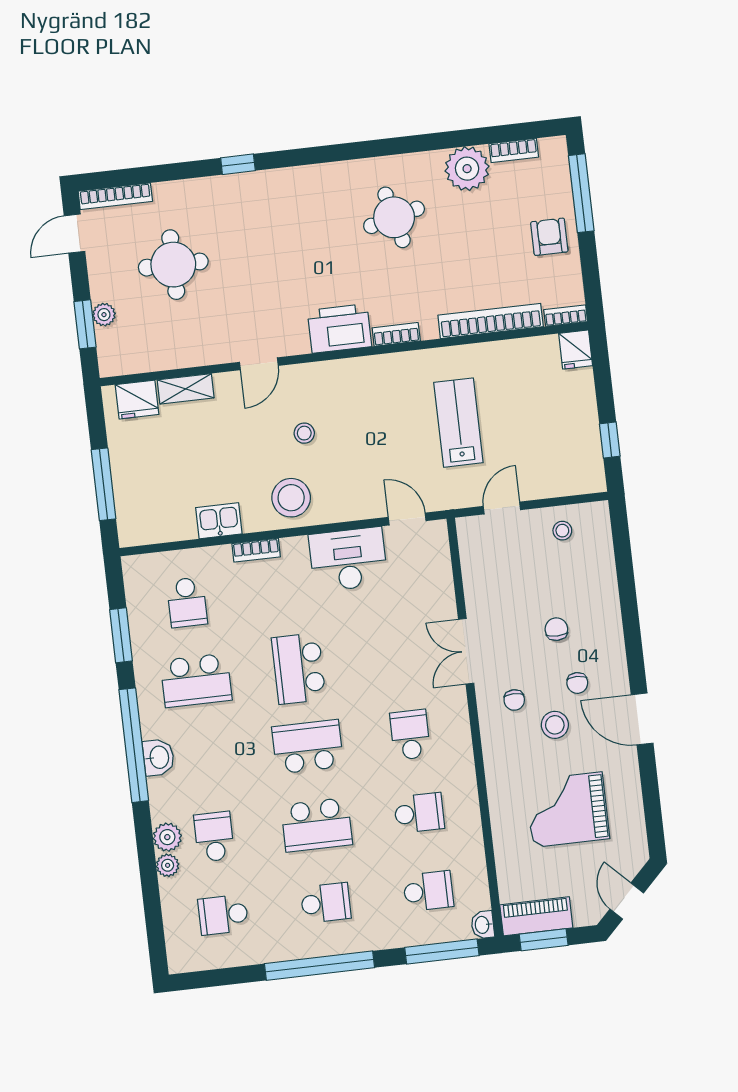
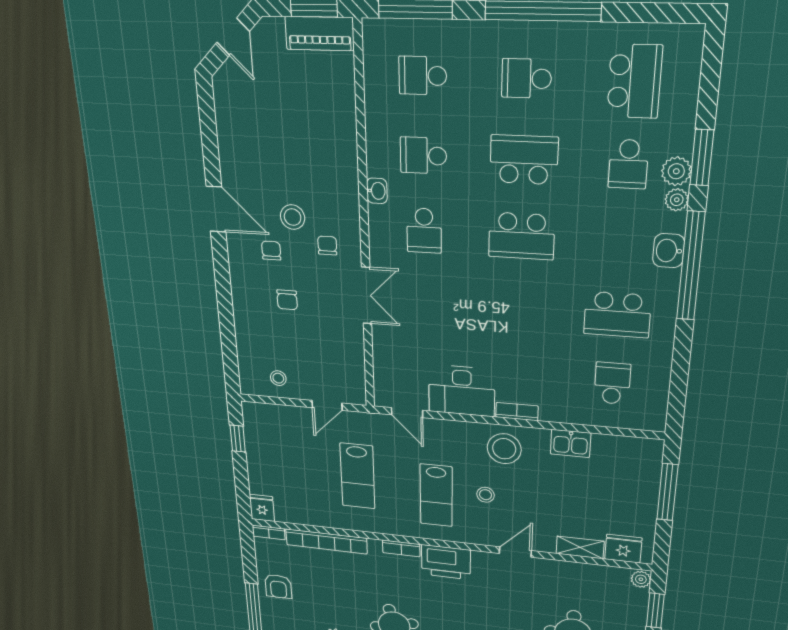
plant: (104, 315) -> (641, 579), moved
lab bench: (362, 419) -> (436, 495), added
bookcase: (256, 550) -> (517, 412), moved
window: (121, 635) -> (702, 158), moved
school desk: (299, 669) -> (519, 308), removed
school desk: (196, 680) -> (617, 315), turned 180
grand piano: (567, 810) -> (285, 136), removed
plant: (168, 865) -> (677, 200), moved
school desk: (223, 915) -> (634, 81), width x1.85
washbasin: (483, 925) -> (377, 191), moved

